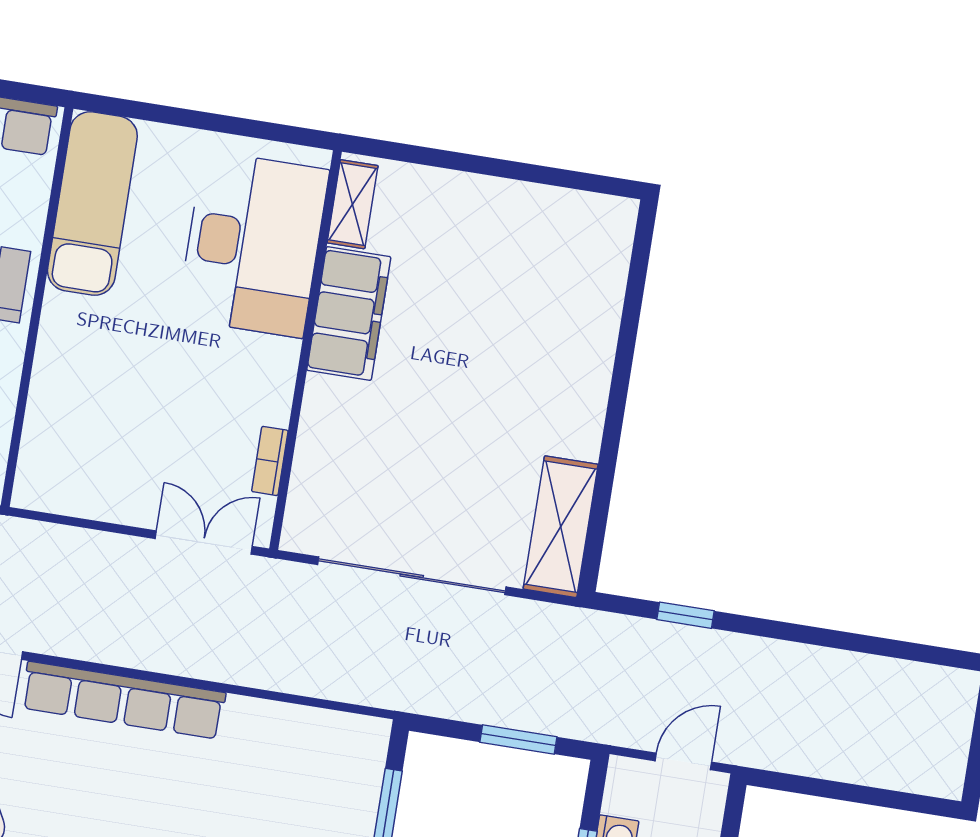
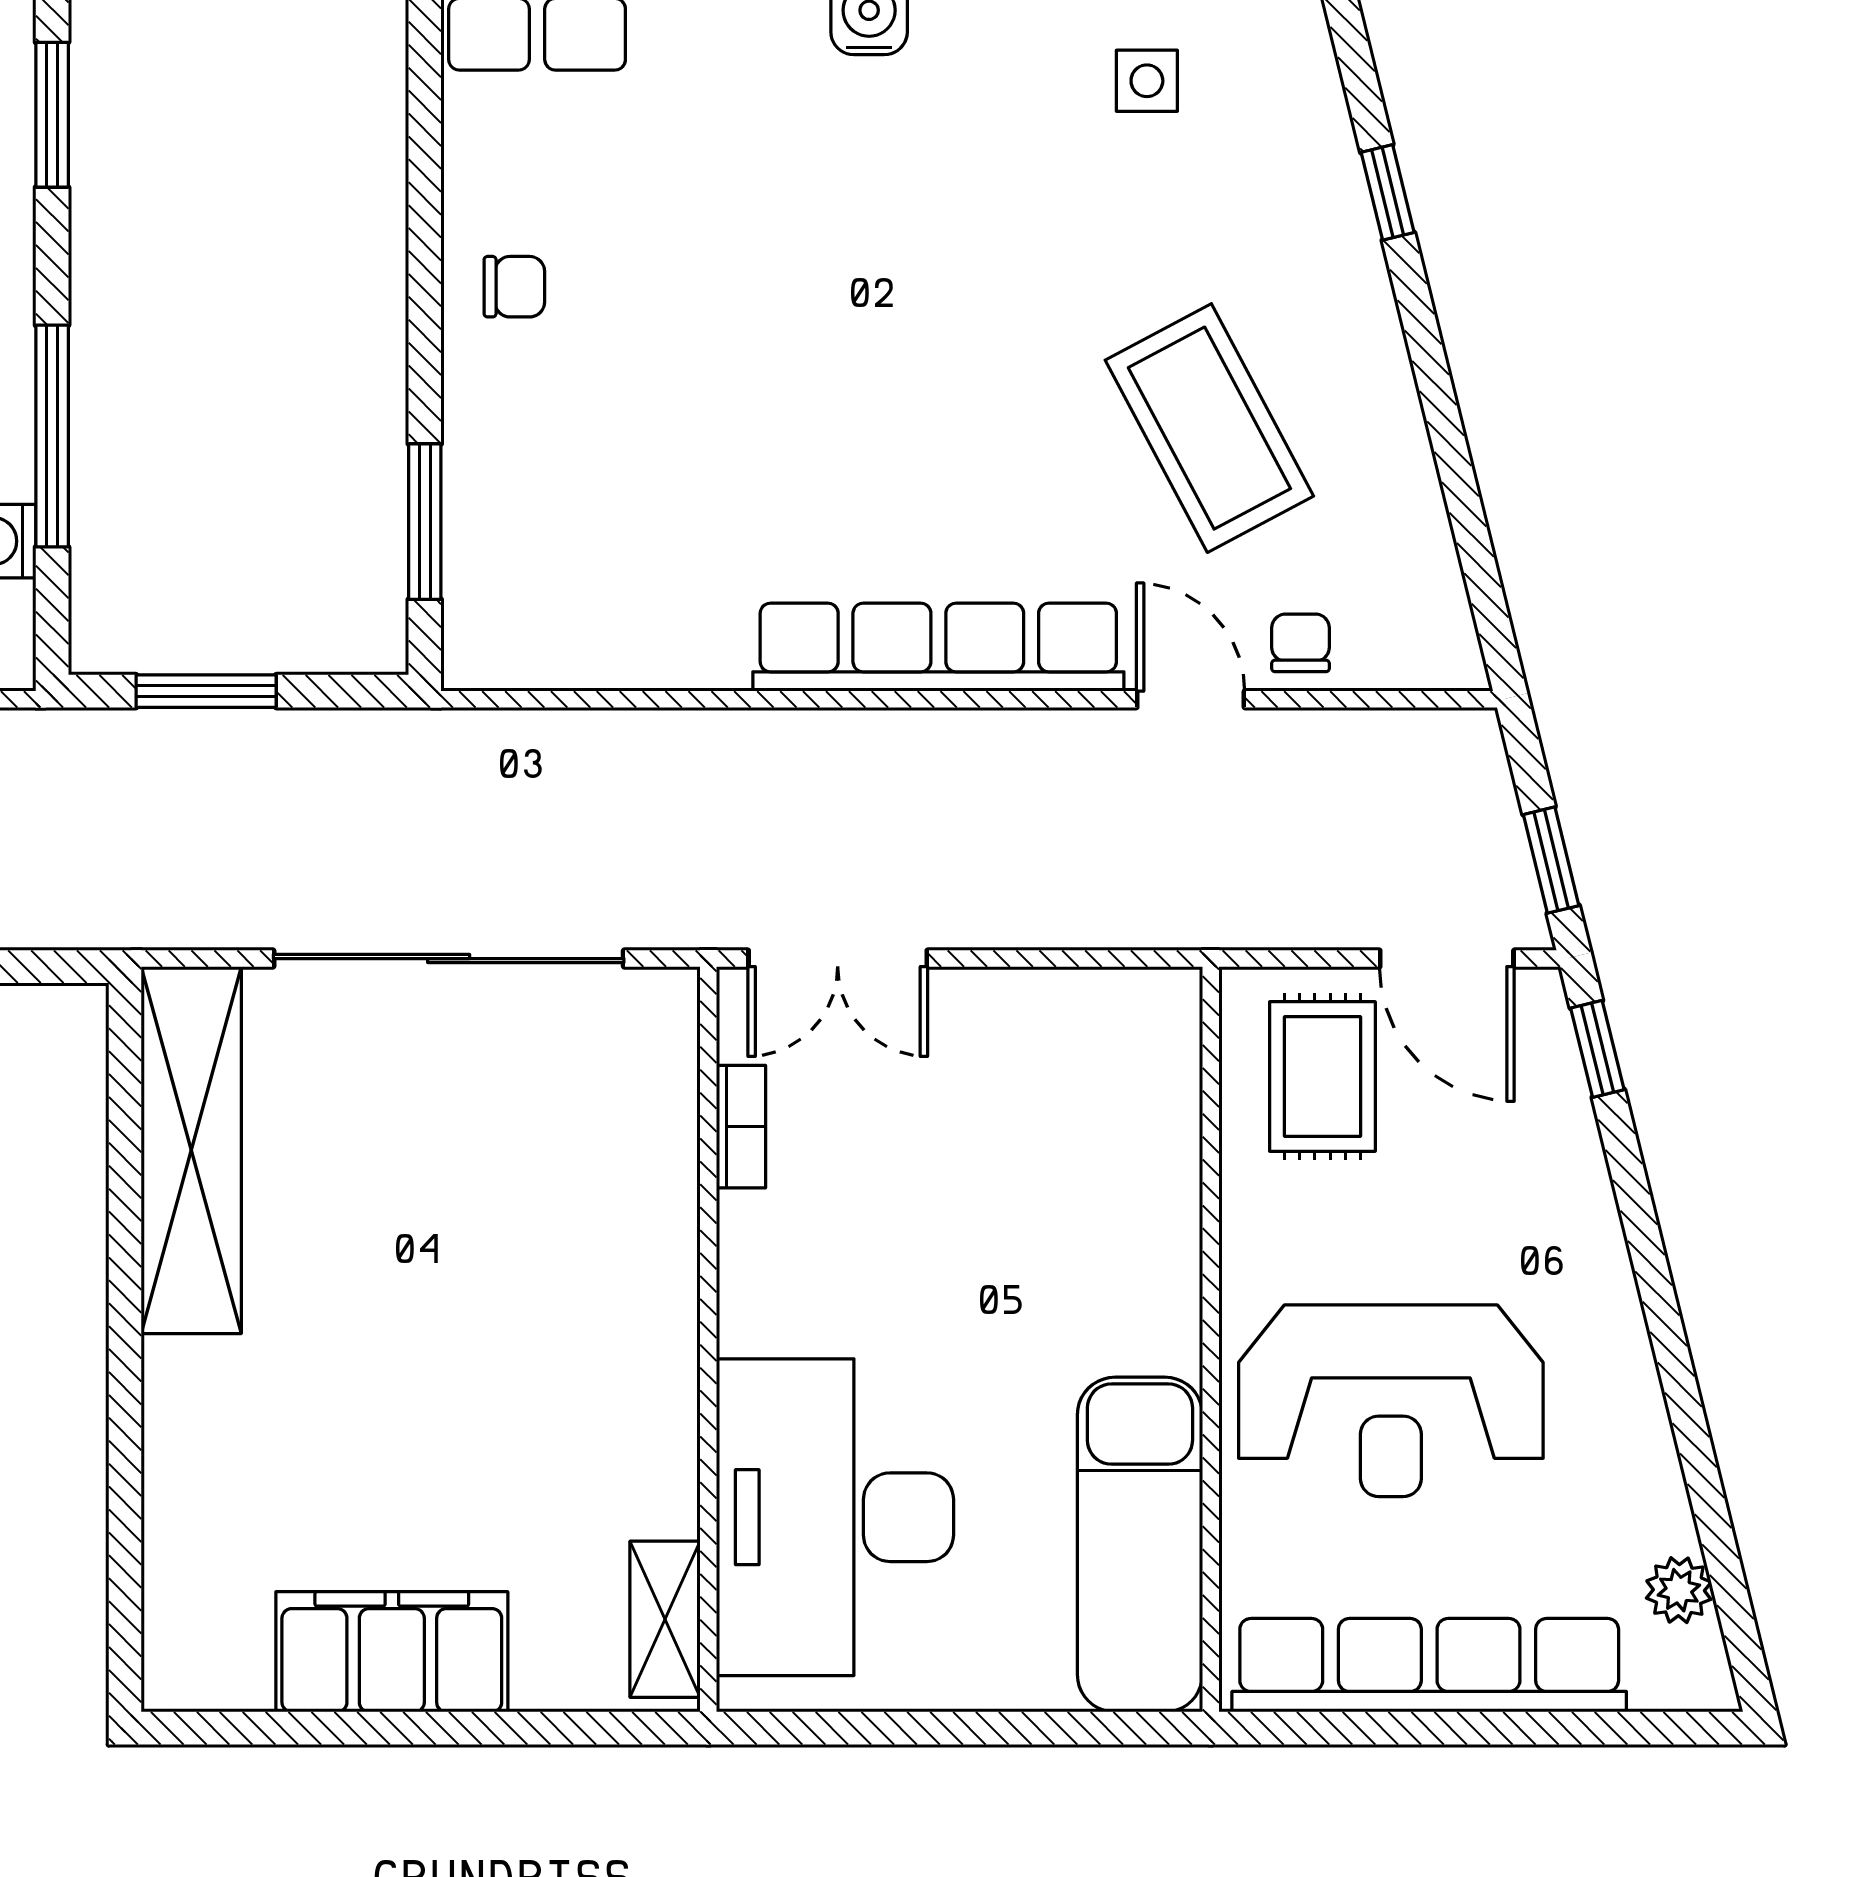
filing cabinet: (349, 314) -> (392, 1652), moved, turned 90
shelving: (561, 527) -> (191, 1150), width x1.47

